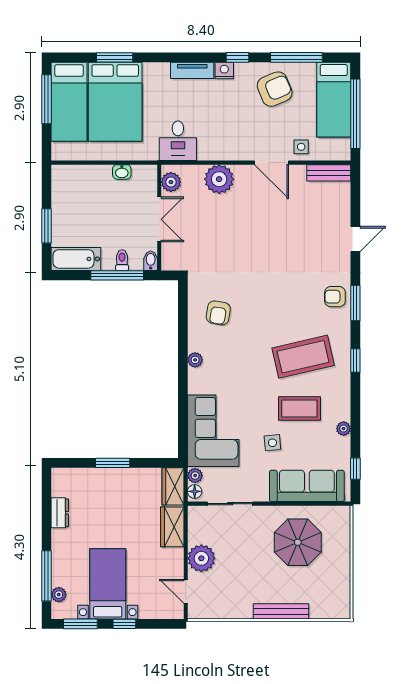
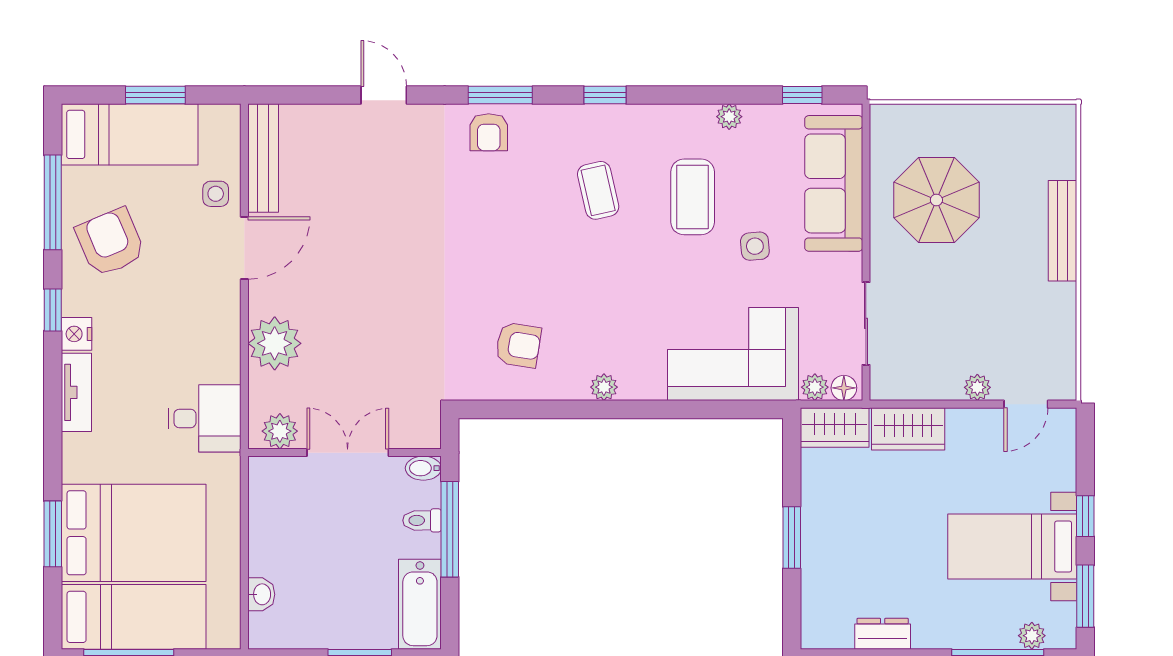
window: (355, 114) -> (155, 95), width x0.47
washbasin: (122, 172) -> (261, 594), moved
bench: (329, 173) -> (263, 158), width x1.36
coffee table: (303, 357) -> (598, 190), width x0.54, depth x0.58
plant: (201, 558) -> (977, 387), width x0.53, depth x0.53

